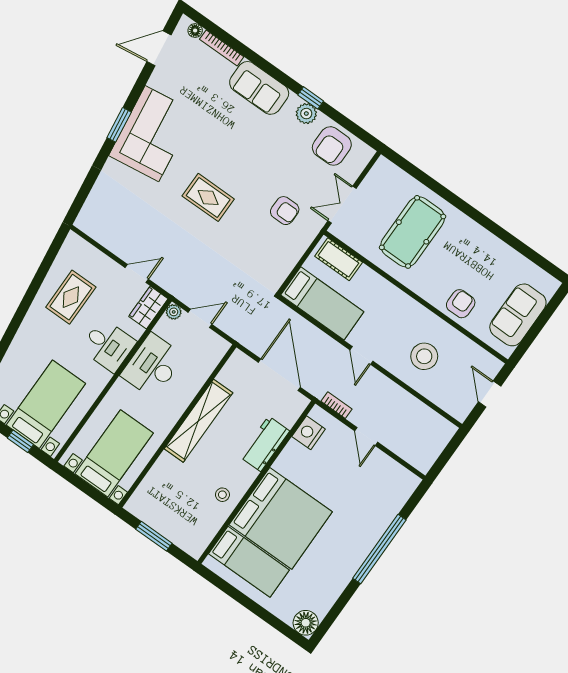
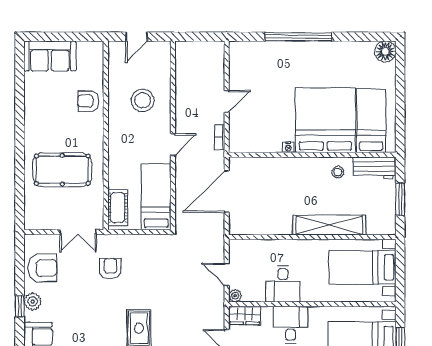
sofa: (518, 315) -> (50, 56), moved
desk: (152, 366) -> (283, 284), width x0.73
shelving: (198, 421) -> (329, 225), moved
nightstand: (309, 433) -> (288, 147), moved, width x0.53, depth x0.56
workbench: (265, 444) -> (375, 168), moved

